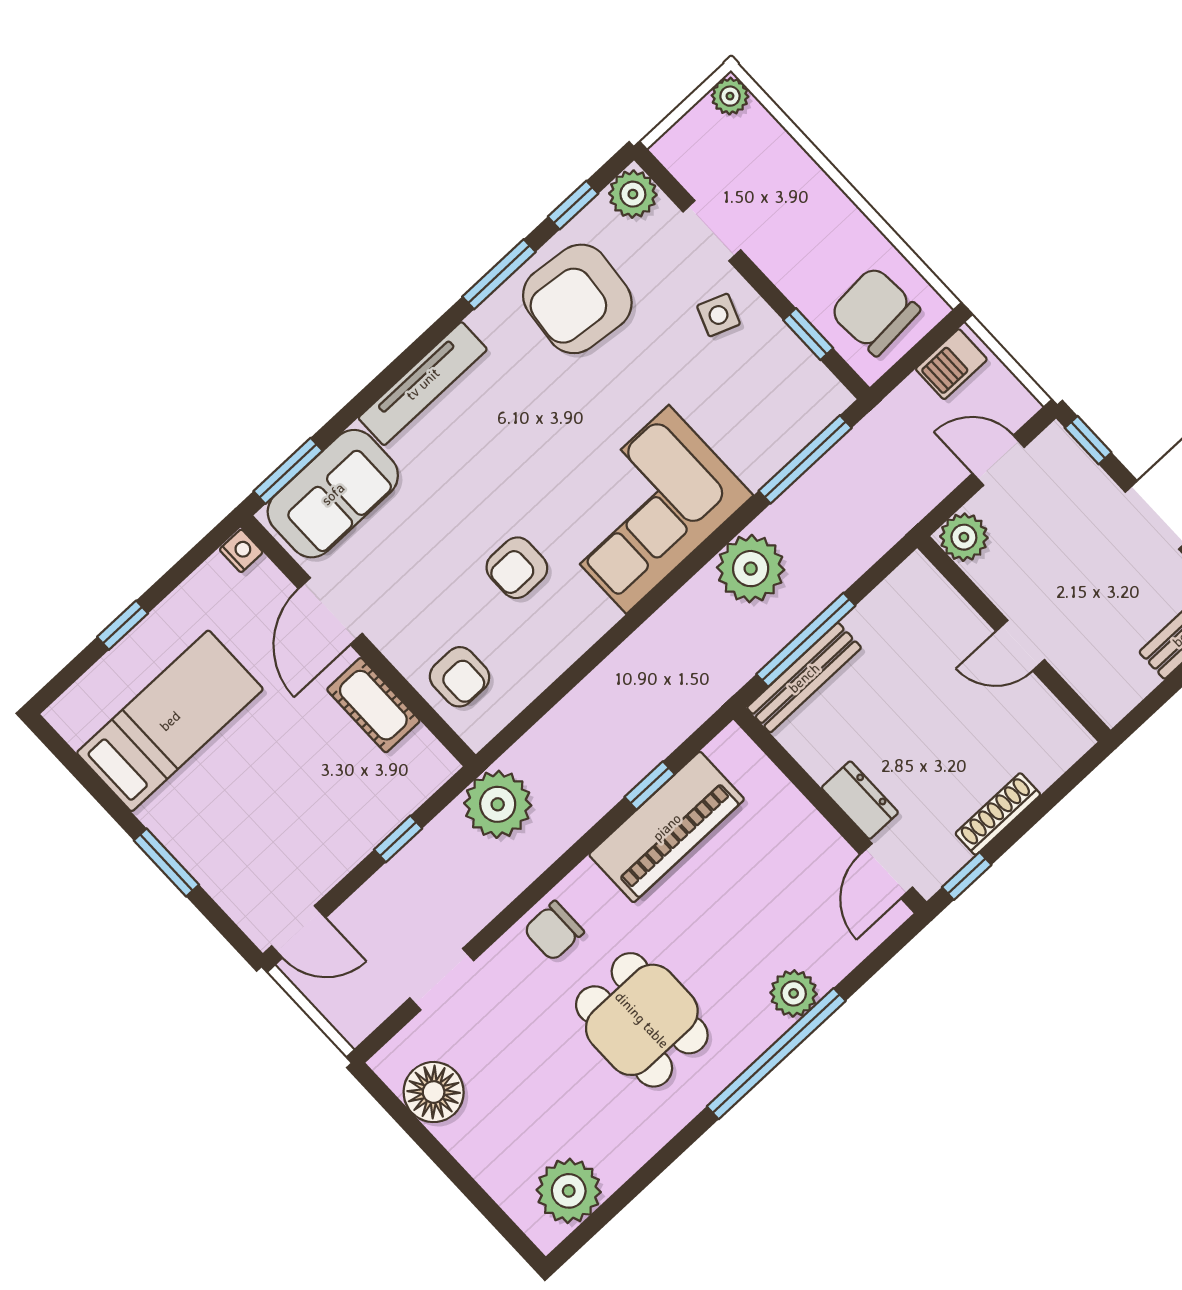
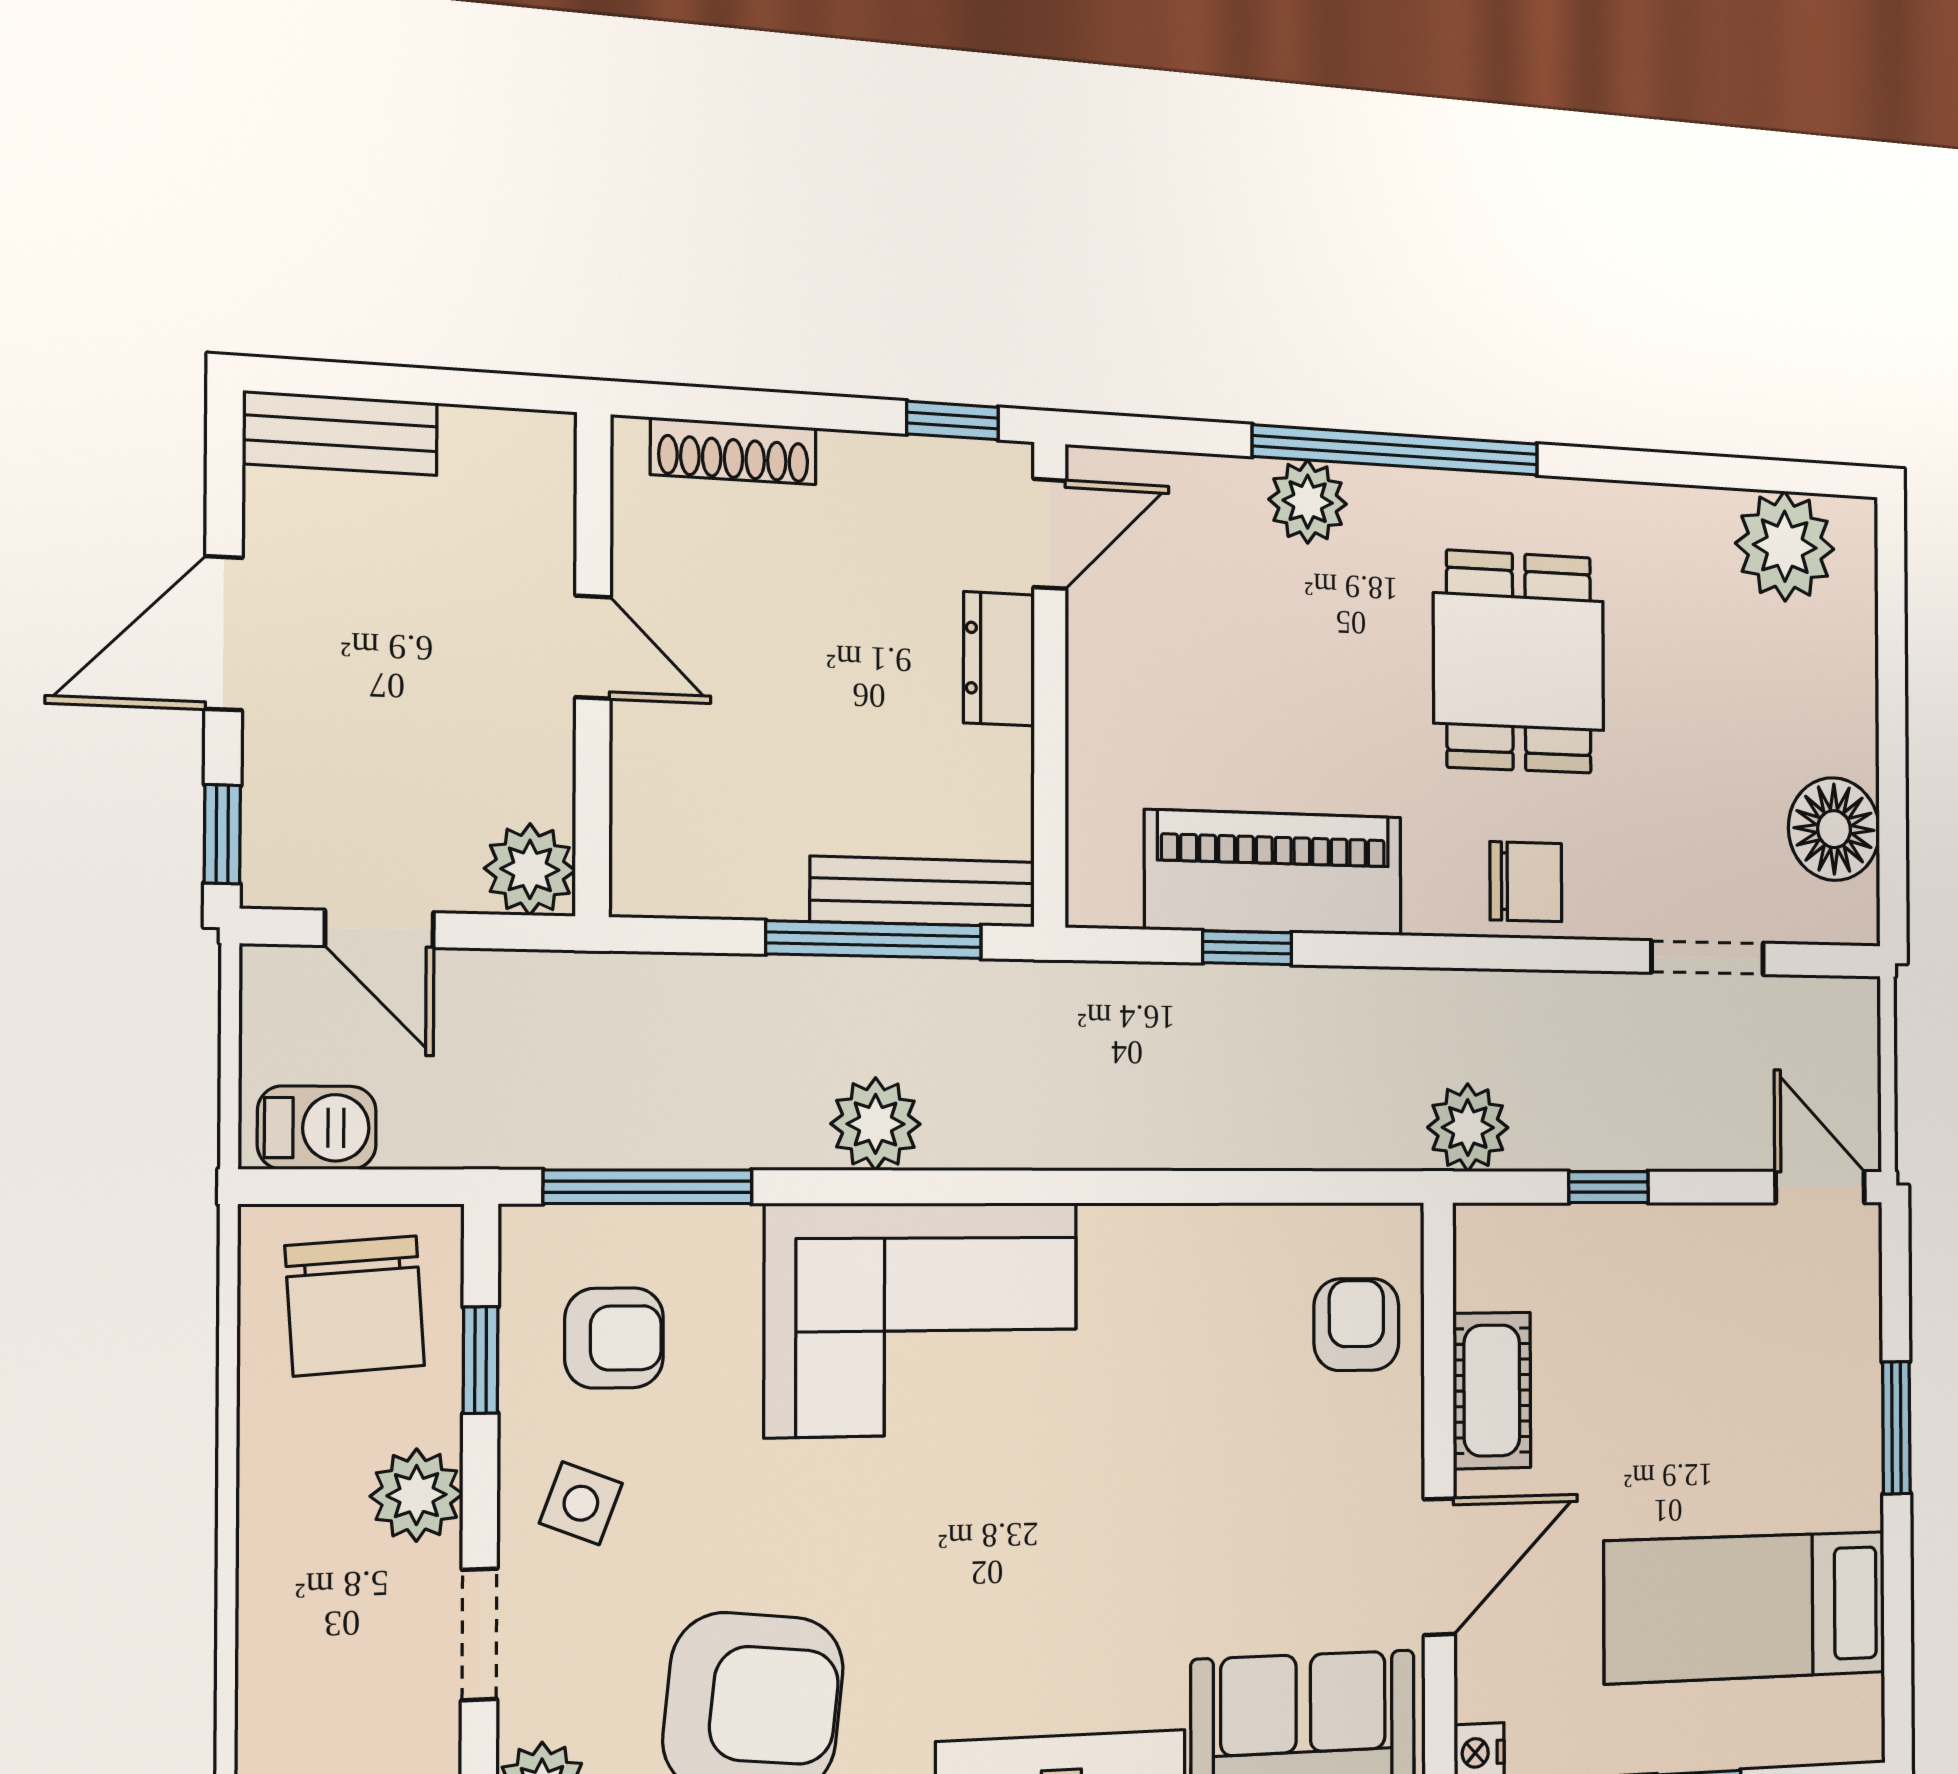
plant: (785, 262) -> (416, 1495), added
armchair: (517, 568) -> (614, 1338), moved
plant: (751, 569) -> (876, 1124), width x0.73, depth x0.73
plant: (498, 804) -> (1468, 1127), width x0.73, depth x0.73
shoe rack: (998, 814) -> (733, 451), moved

